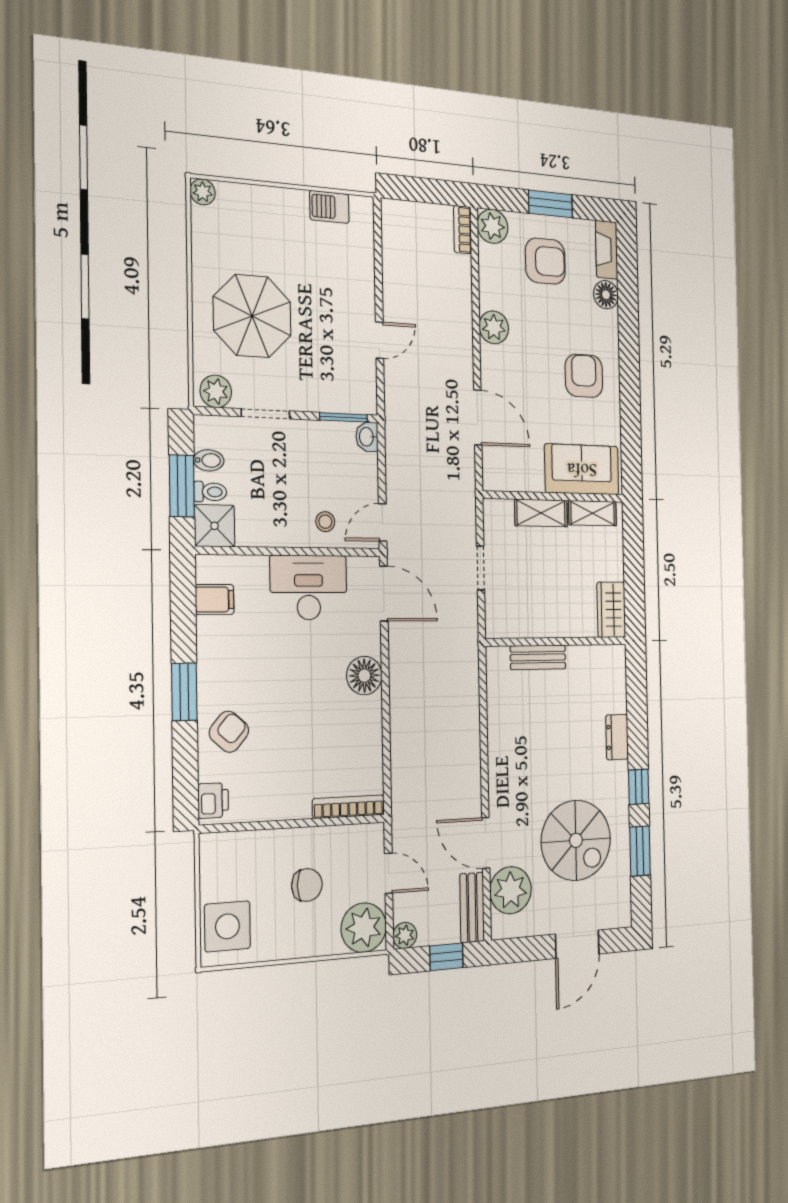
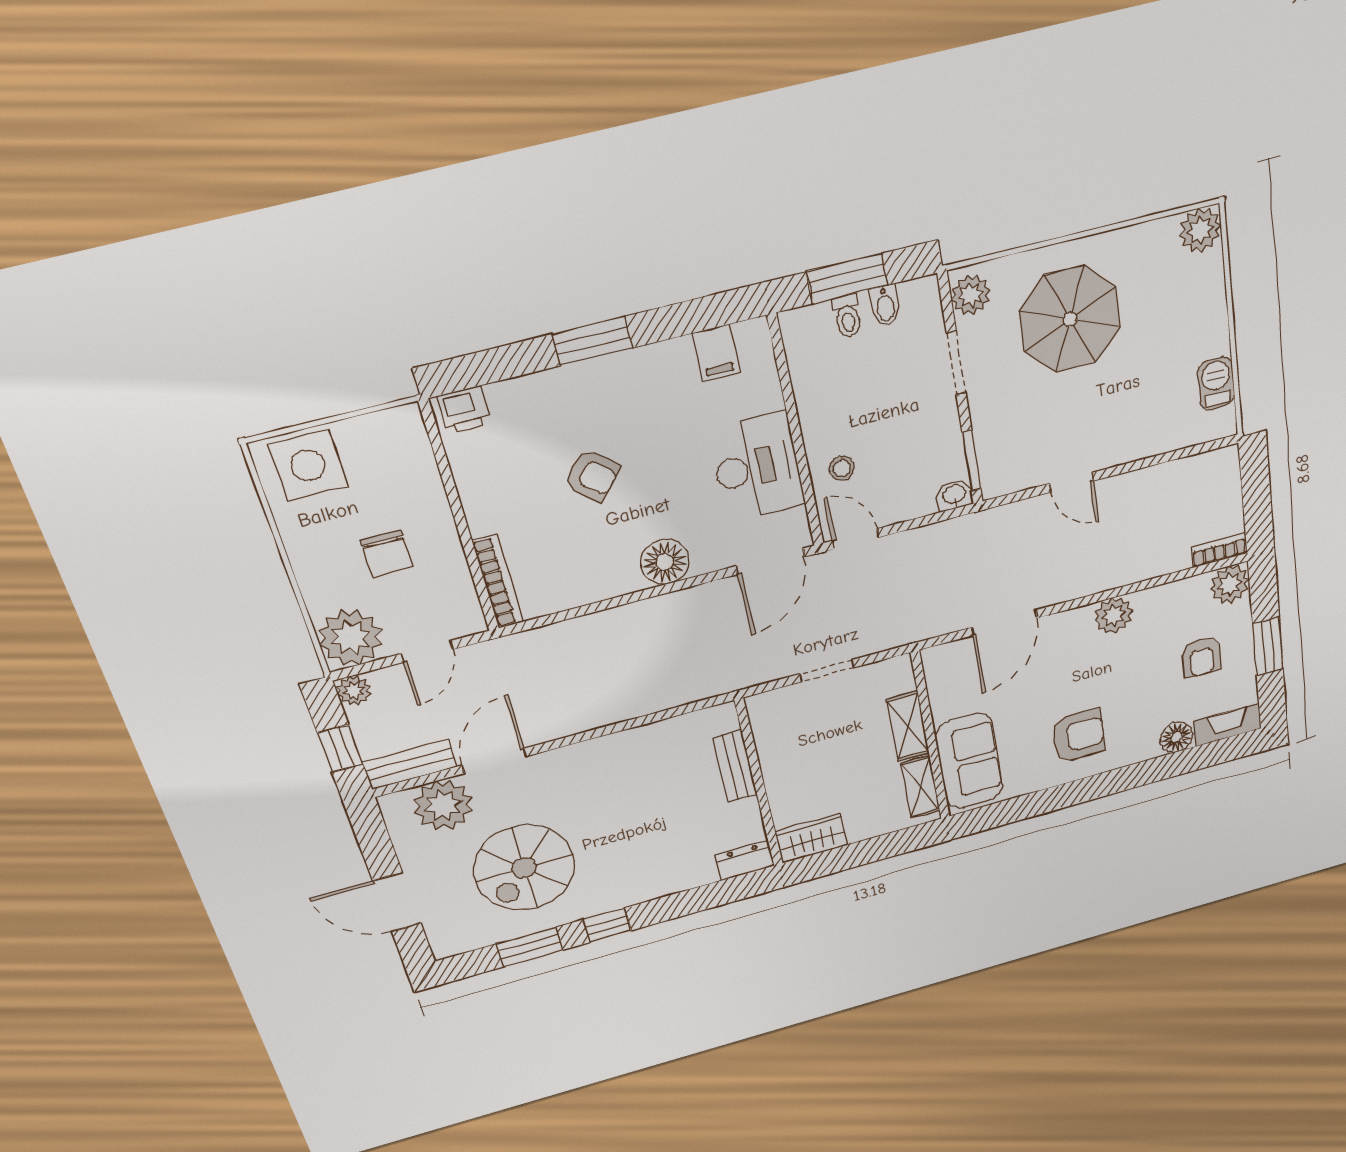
plant: (203, 192) -> (1200, 230), width x1.38, depth x1.38
armchair: (545, 261) -> (1201, 657), width x0.72, depth x0.72
shower: (215, 526) -> (807, 331), removed
armchair: (229, 732) -> (592, 475), moved
dresser: (617, 737) -> (744, 861), moved

